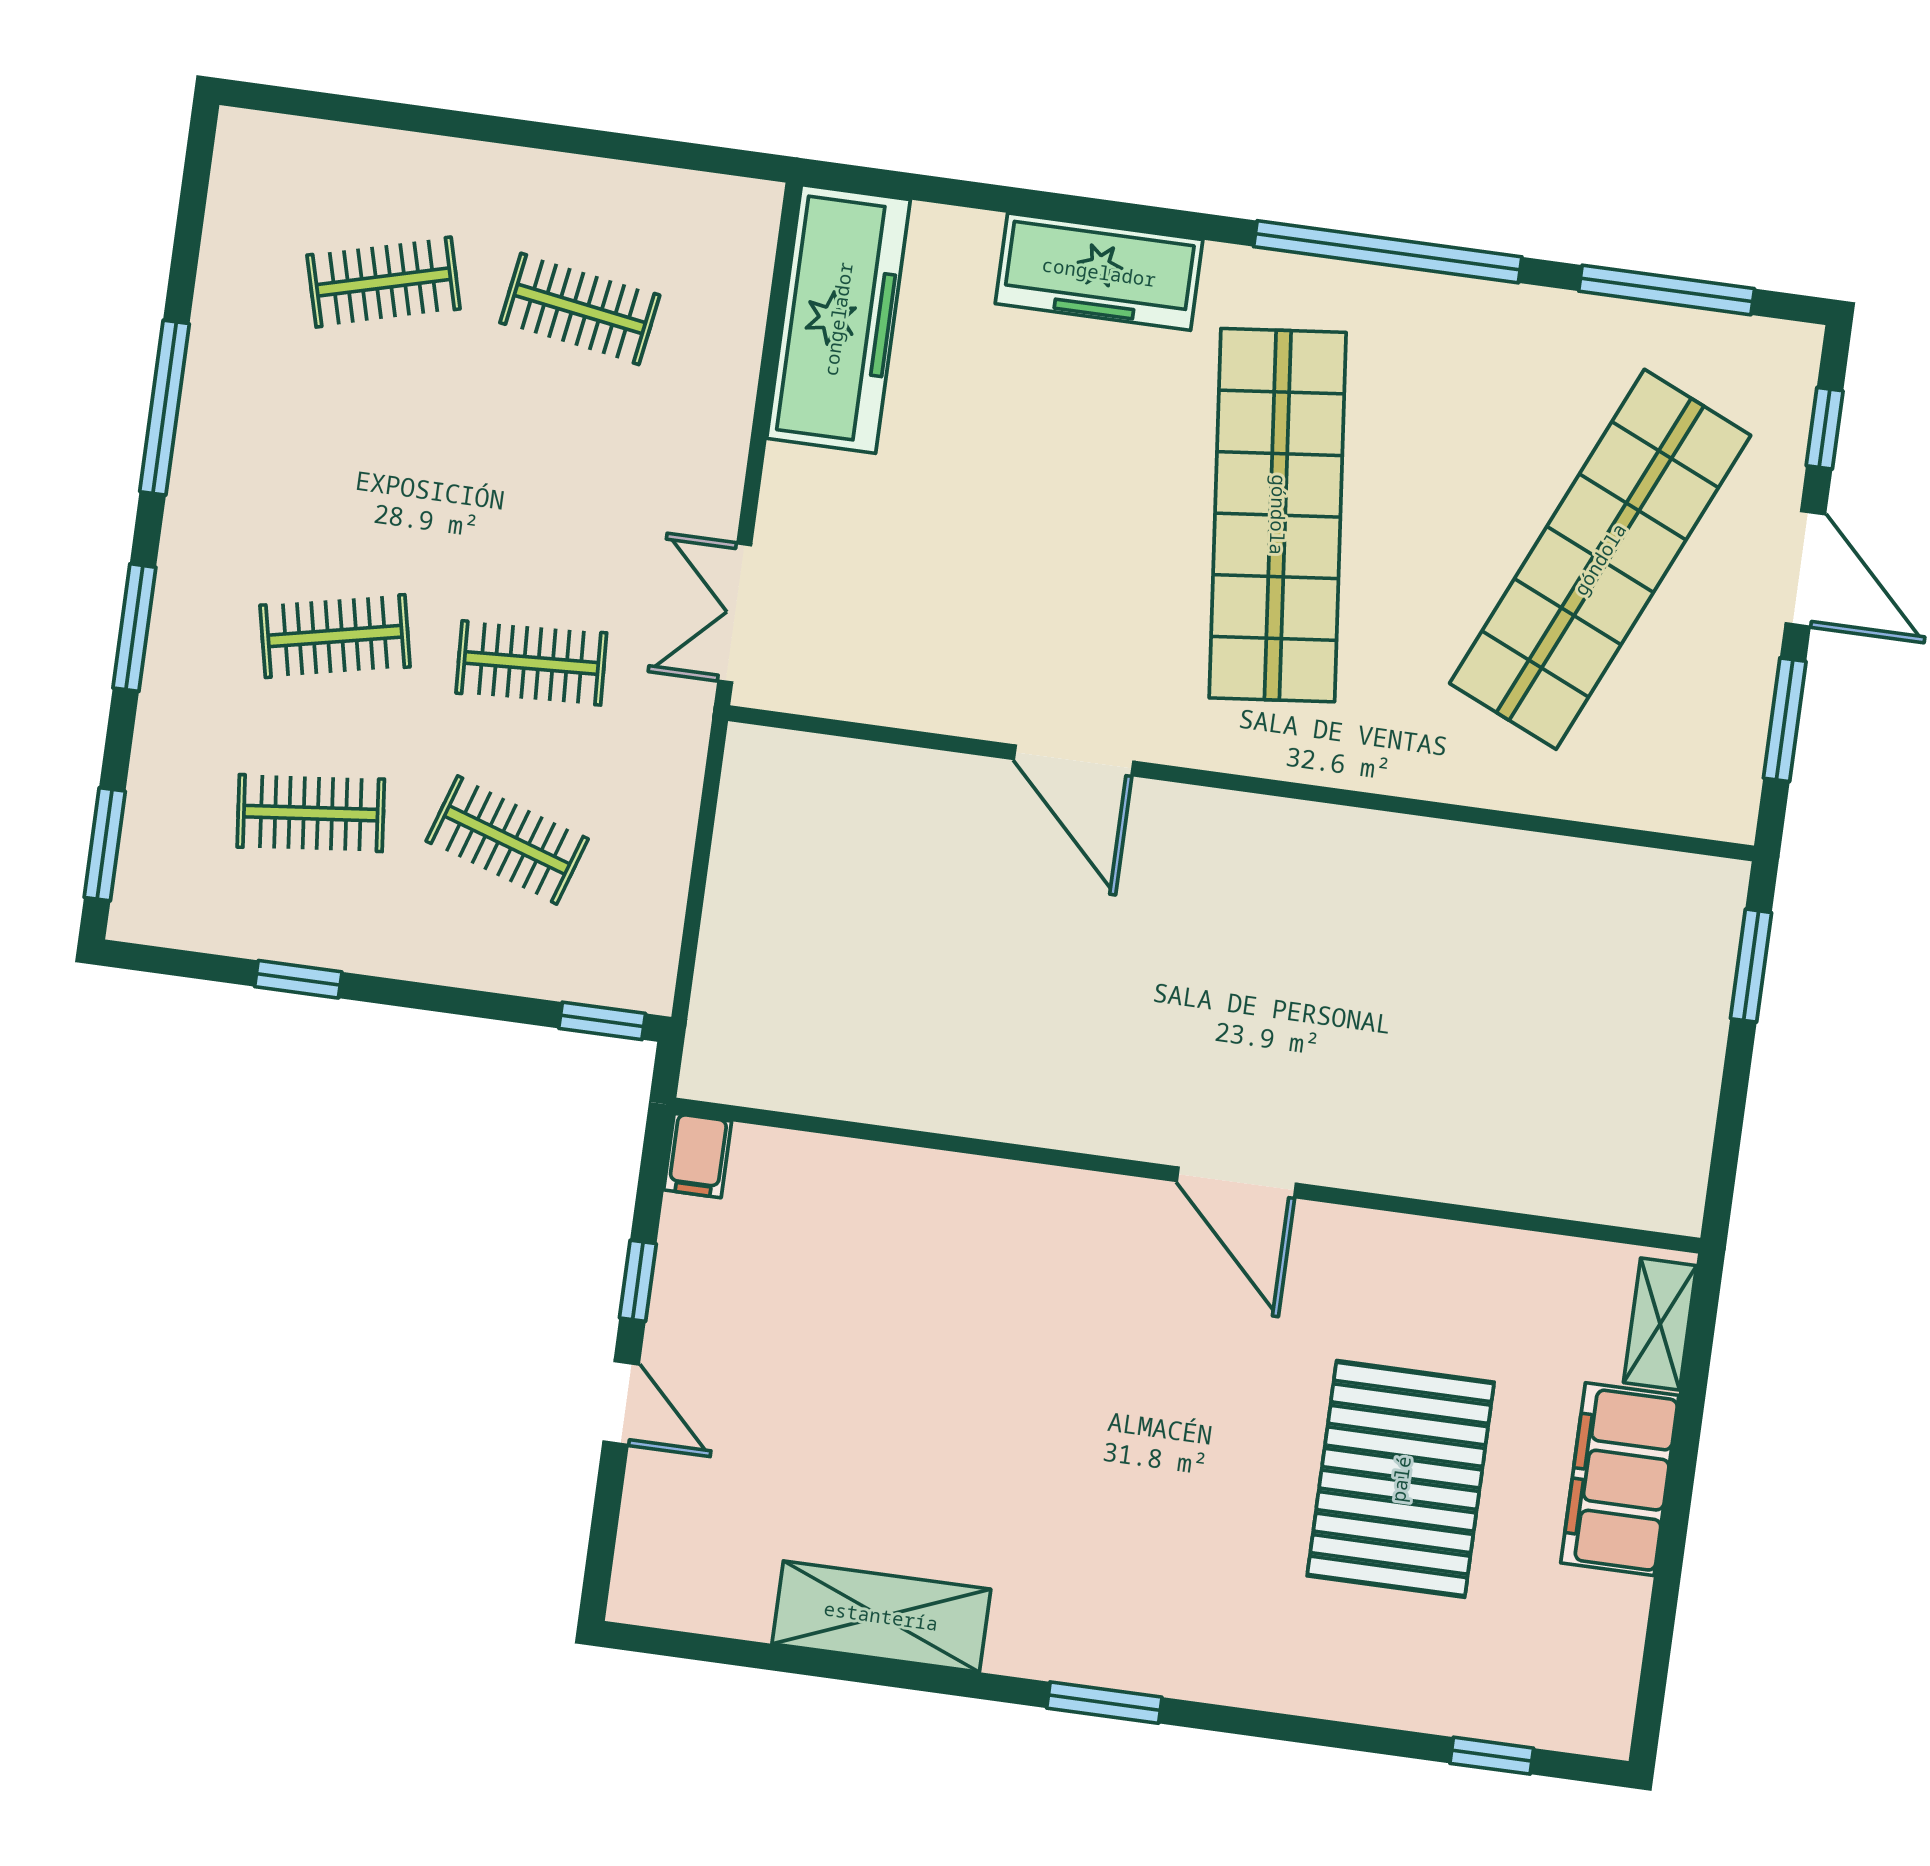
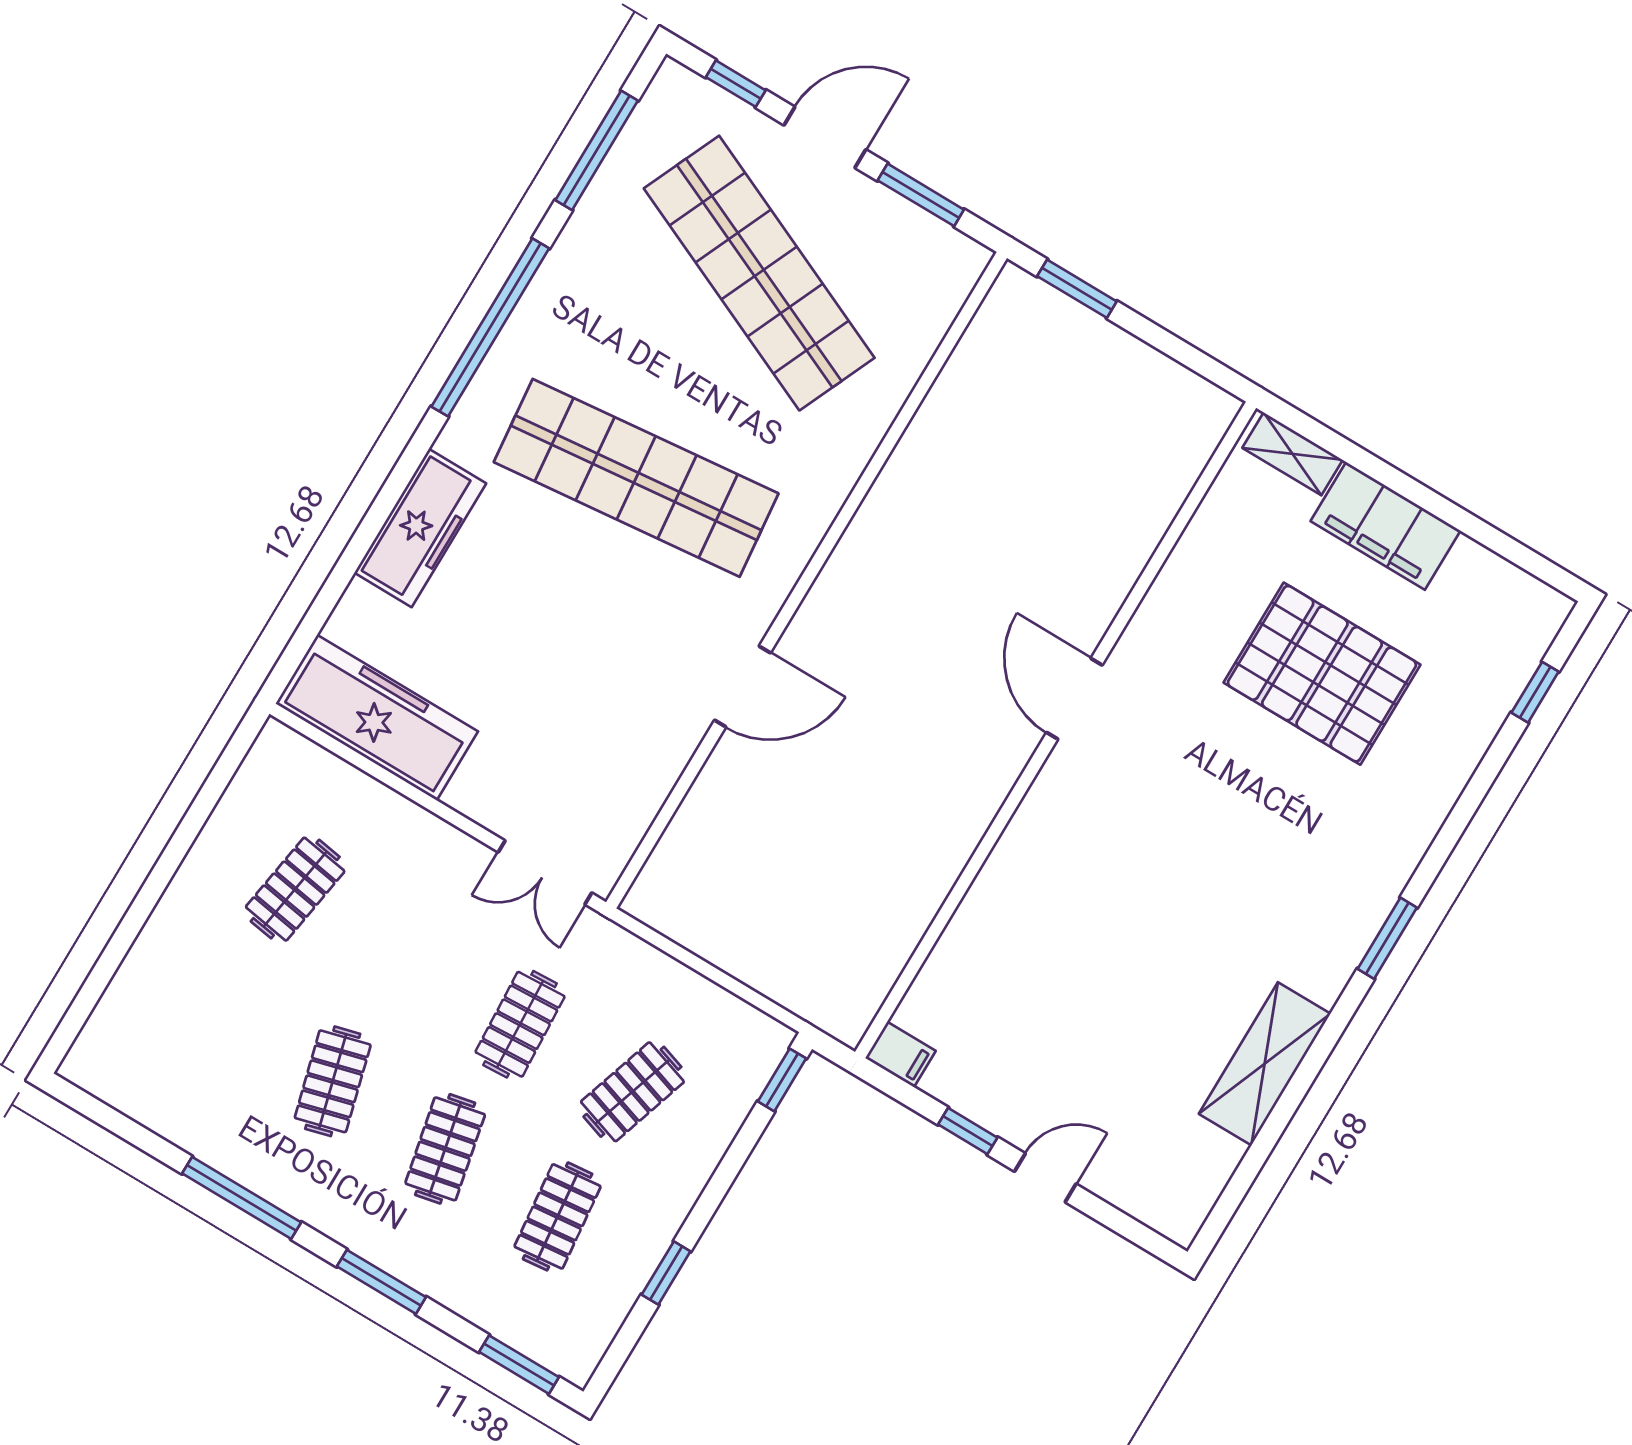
clothes rail: (384, 282) -> (333, 1081), moved
door: (1236, 1182) -> (1074, 699), swing flipped

